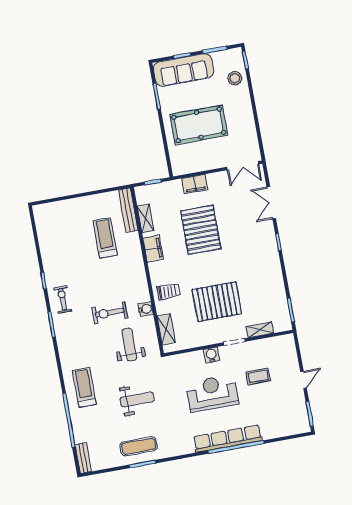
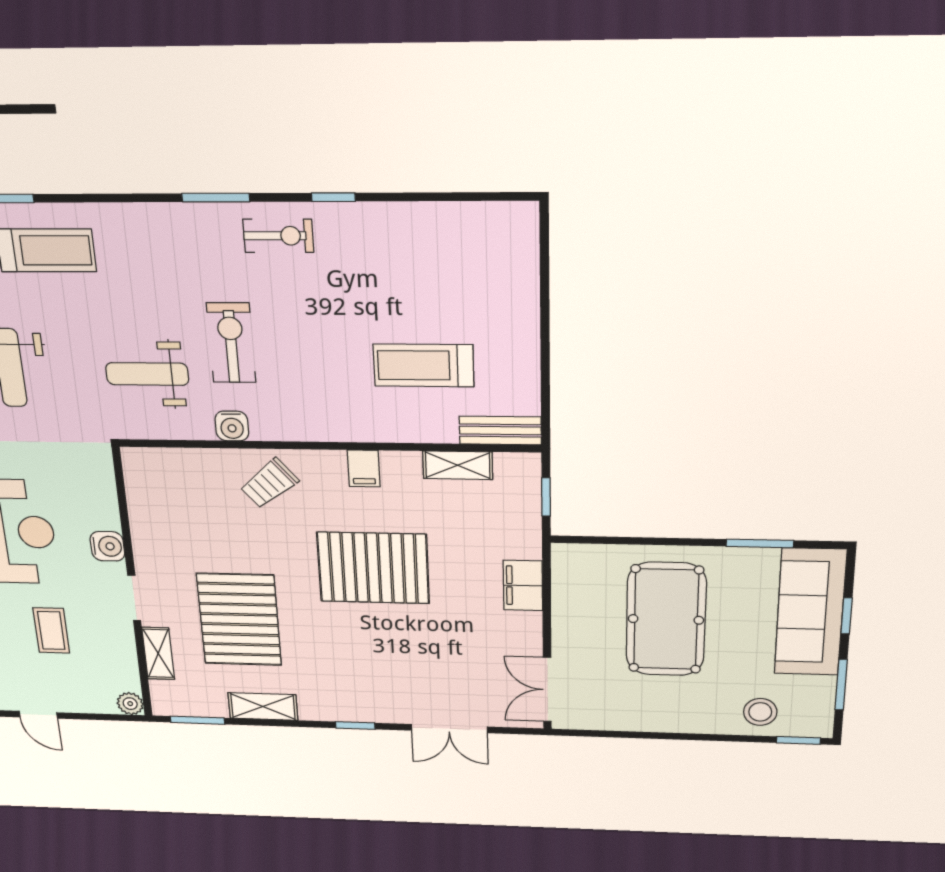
double door: (271, 203) -> (449, 729), swing flipped
bench: (128, 210) -> (500, 430), width x0.73
pallet: (201, 230) -> (373, 568), moved
treadmill: (105, 238) -> (424, 365), turned 180
filing cabinet: (153, 249) -> (364, 468), width x0.50
trolley: (169, 291) -> (269, 483), turned 50
pallet: (217, 302) -> (239, 619), moved
shelving: (166, 329) -> (263, 706), moved
plant: (289, 340) -> (130, 704), added
weight bench: (129, 344) -> (147, 374), turned 180

